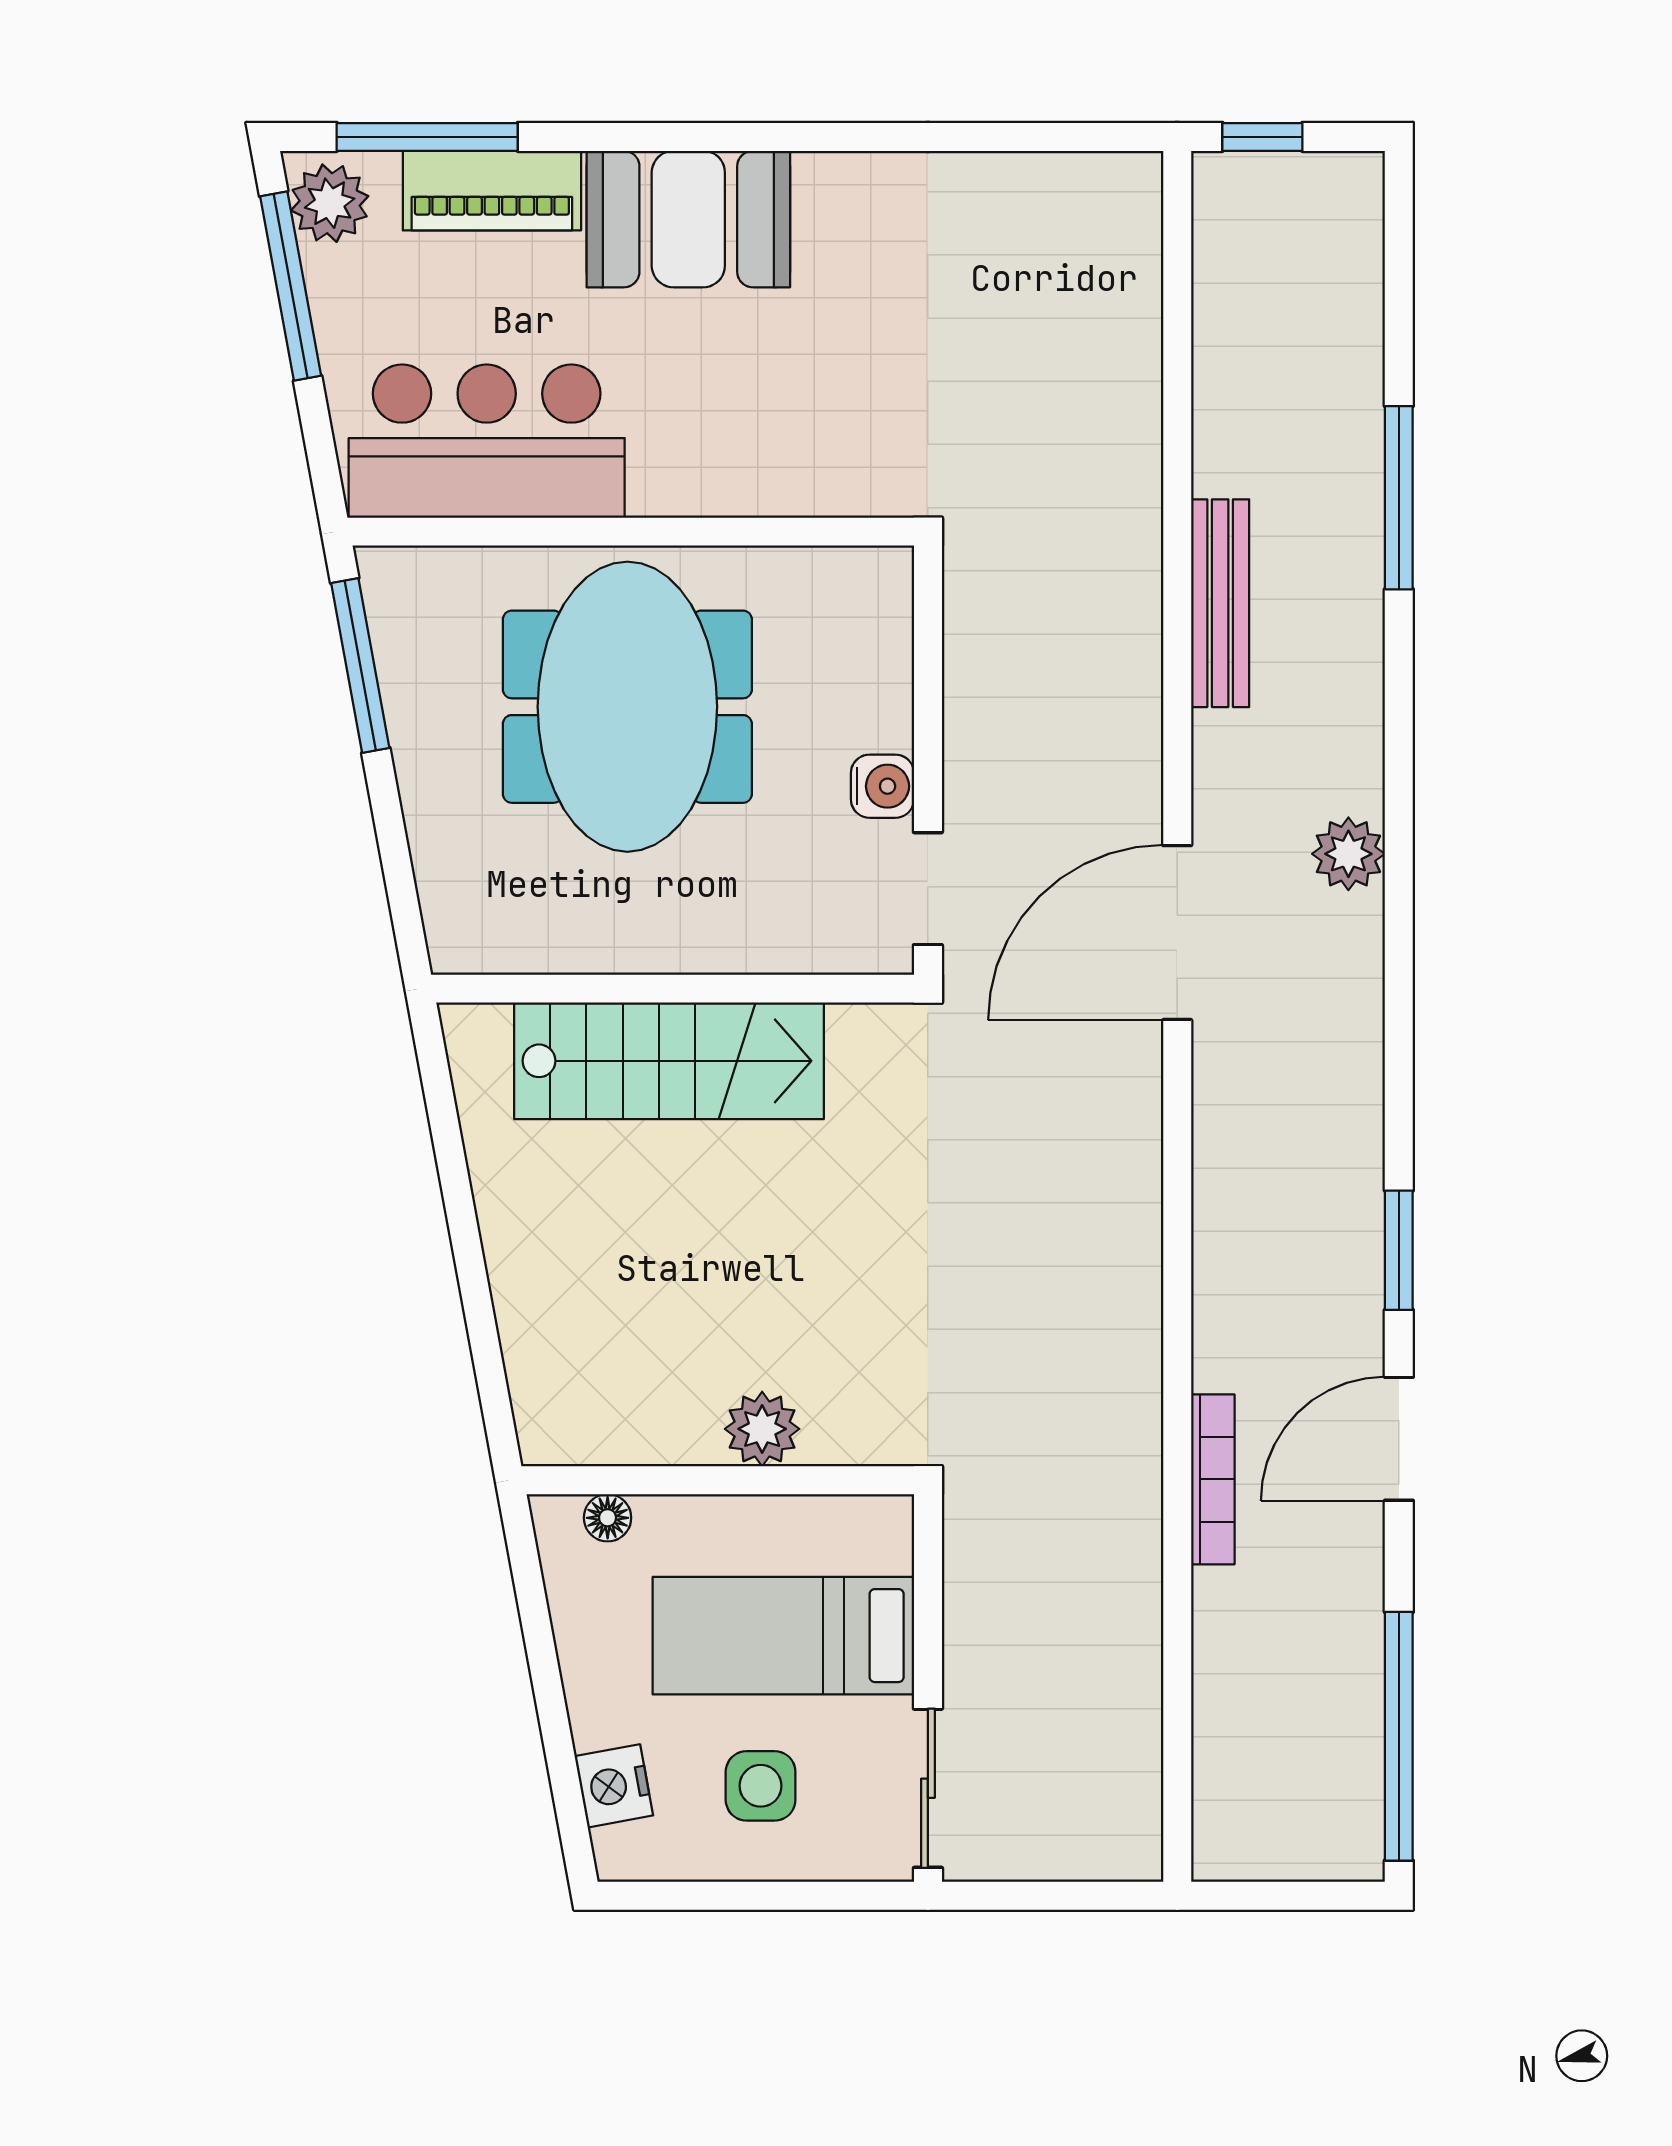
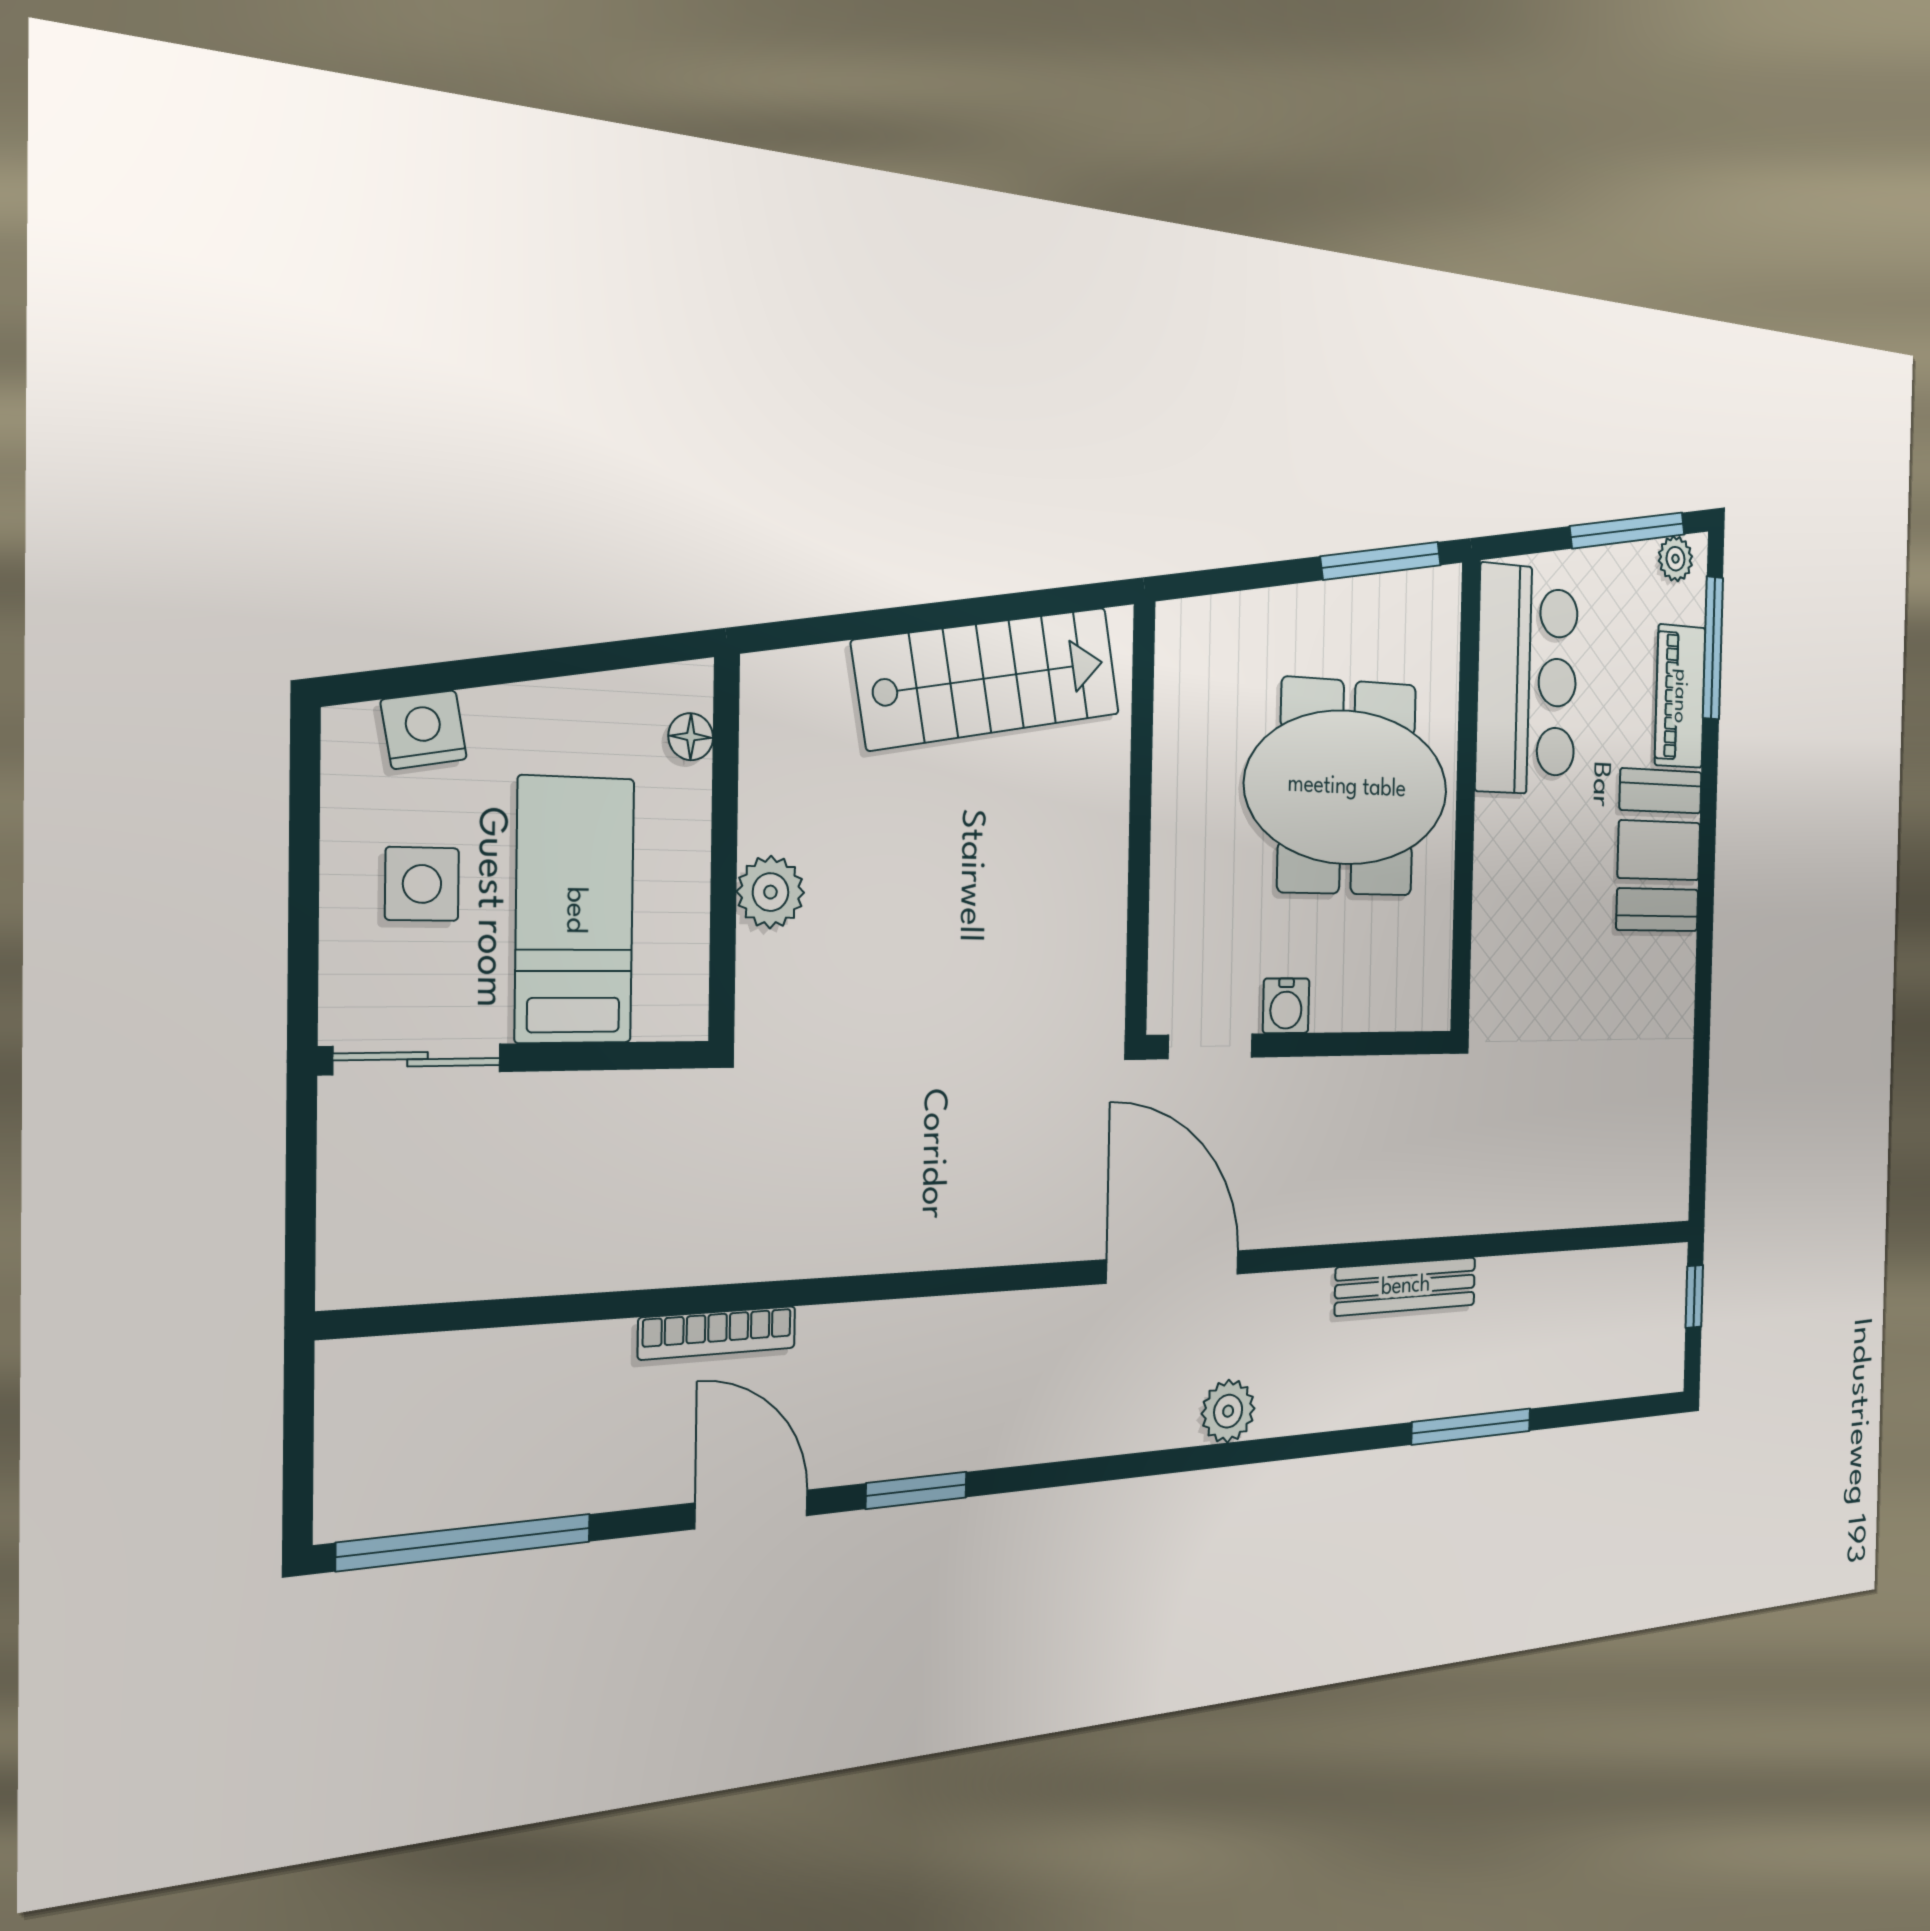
plant: (330, 203) -> (1676, 559), width x0.73, depth x0.73
stairs: (669, 1061) -> (988, 678), moved, turned -100

